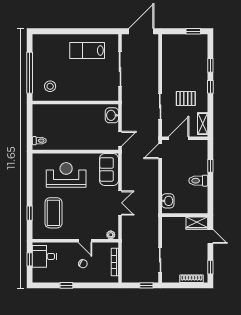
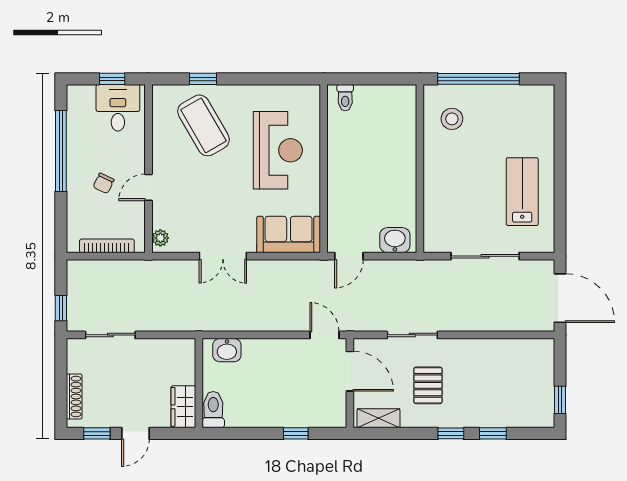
door: (120, 139) -> (349, 256), hinge flipped
toilet: (198, 181) -> (213, 410), moved
coffee table: (53, 213) -> (203, 125), turned 60
door: (210, 236) -> (135, 433), moved
window: (66, 285) -> (61, 151), width x3.17

